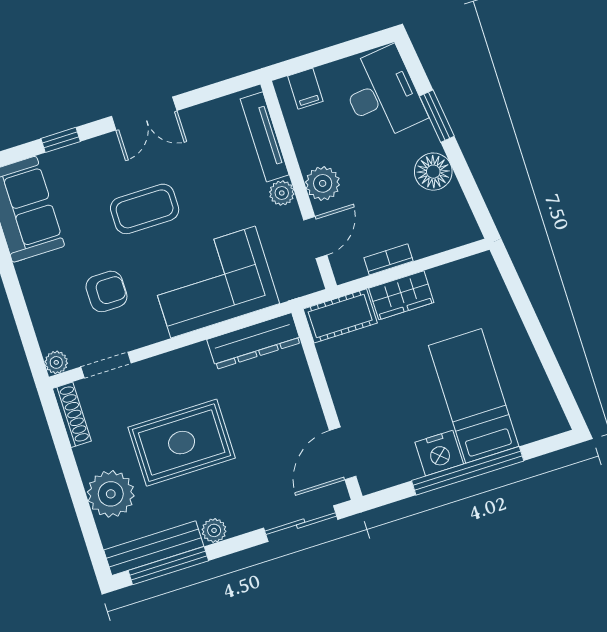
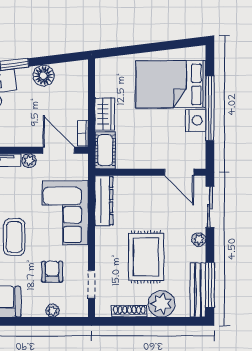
plant: (323, 183) -> (31, 137), removed
door: (315, 238) -> (59, 150), width x1.38
bookcase: (388, 259) -> (83, 134), moved
plant: (56, 362) -> (52, 311), moved
bed: (474, 396) -> (171, 84), width x1.50
shoe rack: (72, 415) -> (129, 311), moved
plant: (214, 530) -> (199, 239), moved

